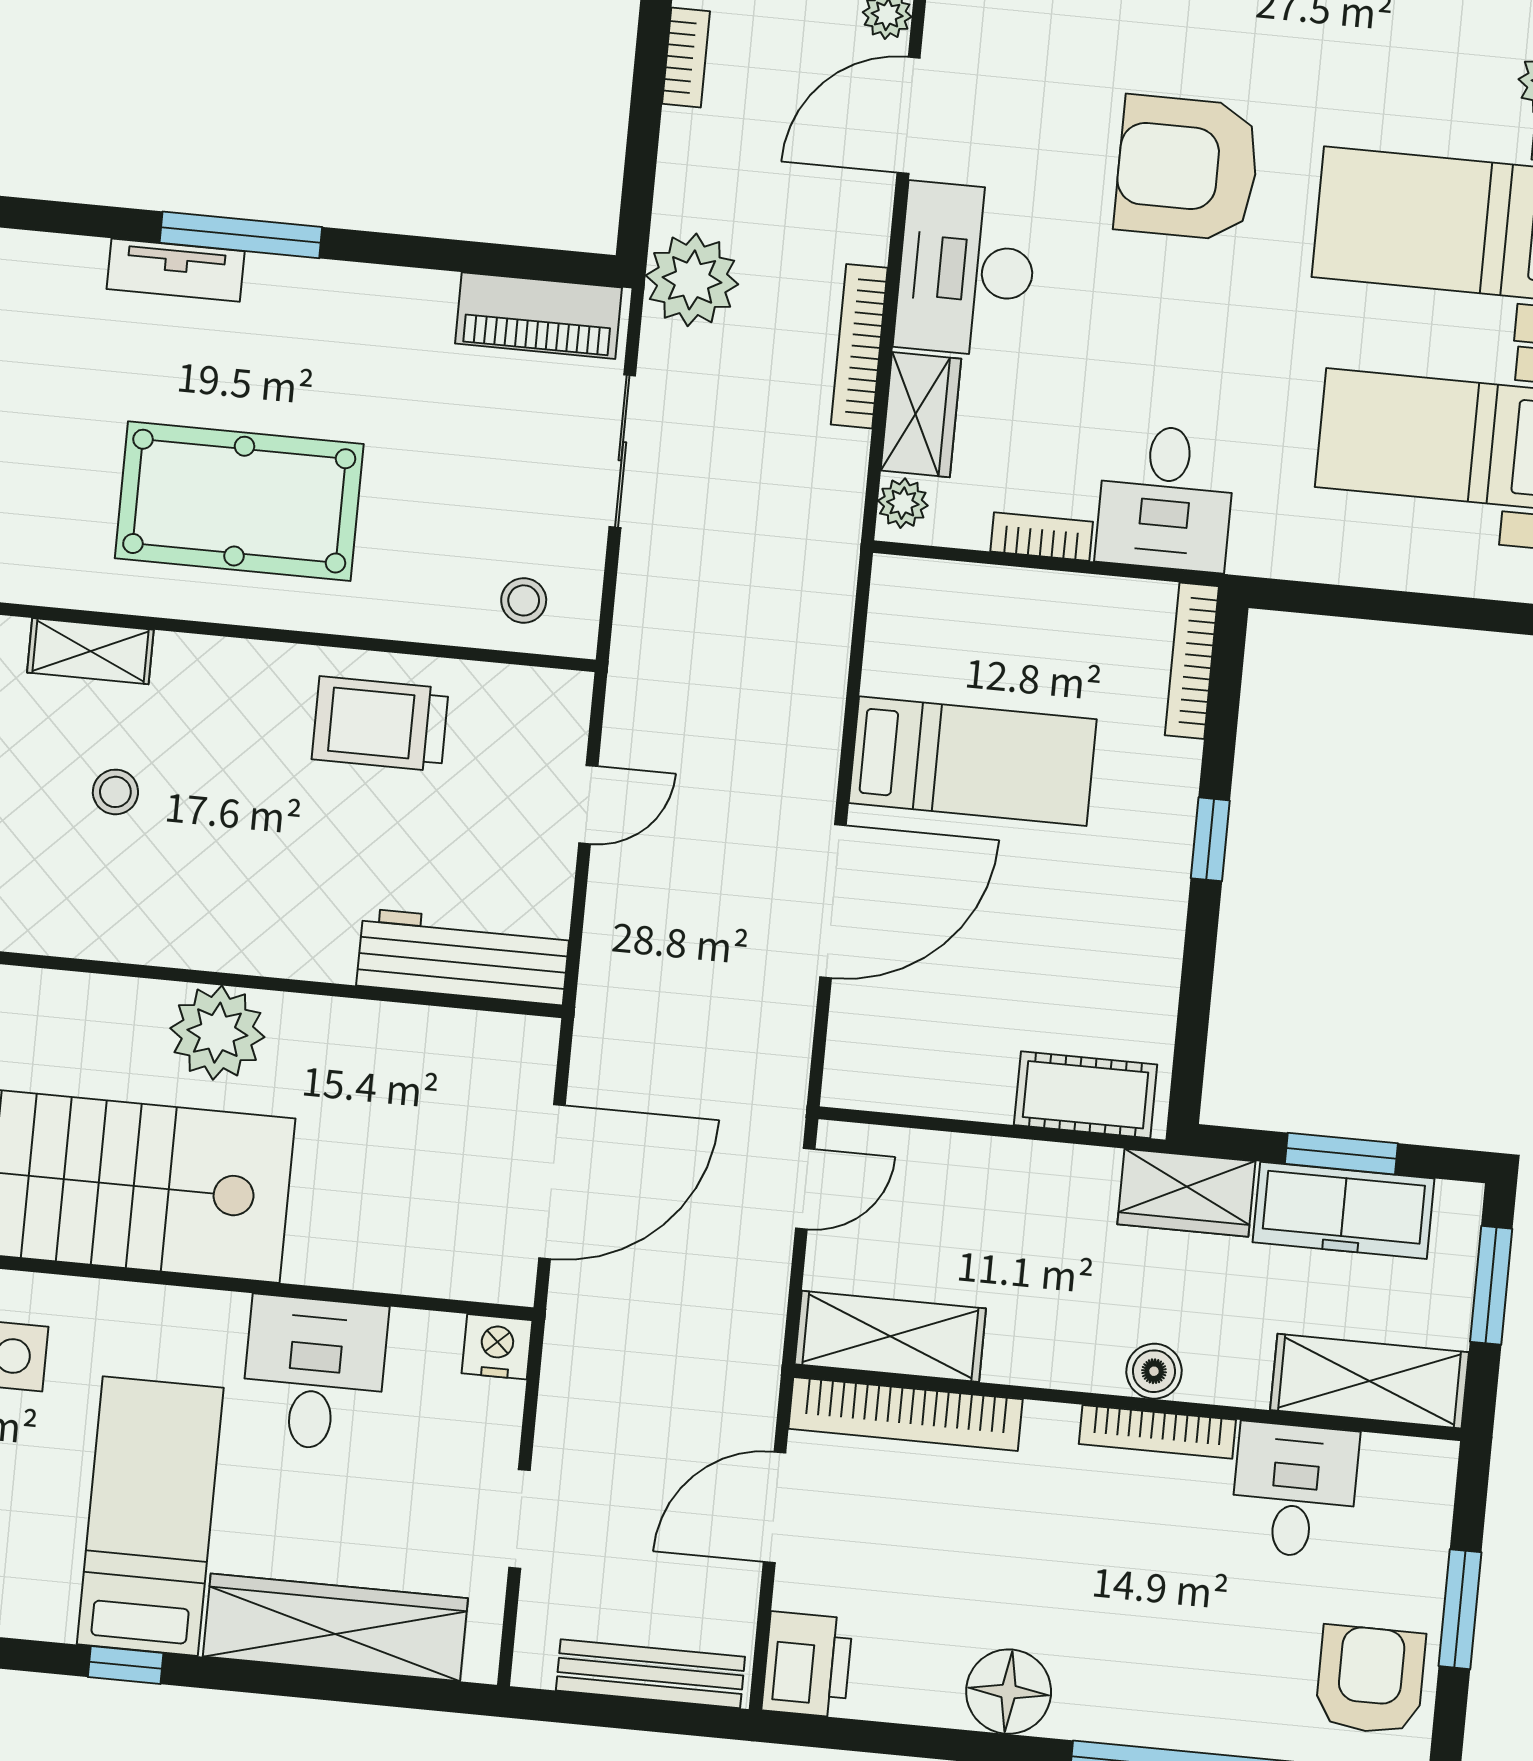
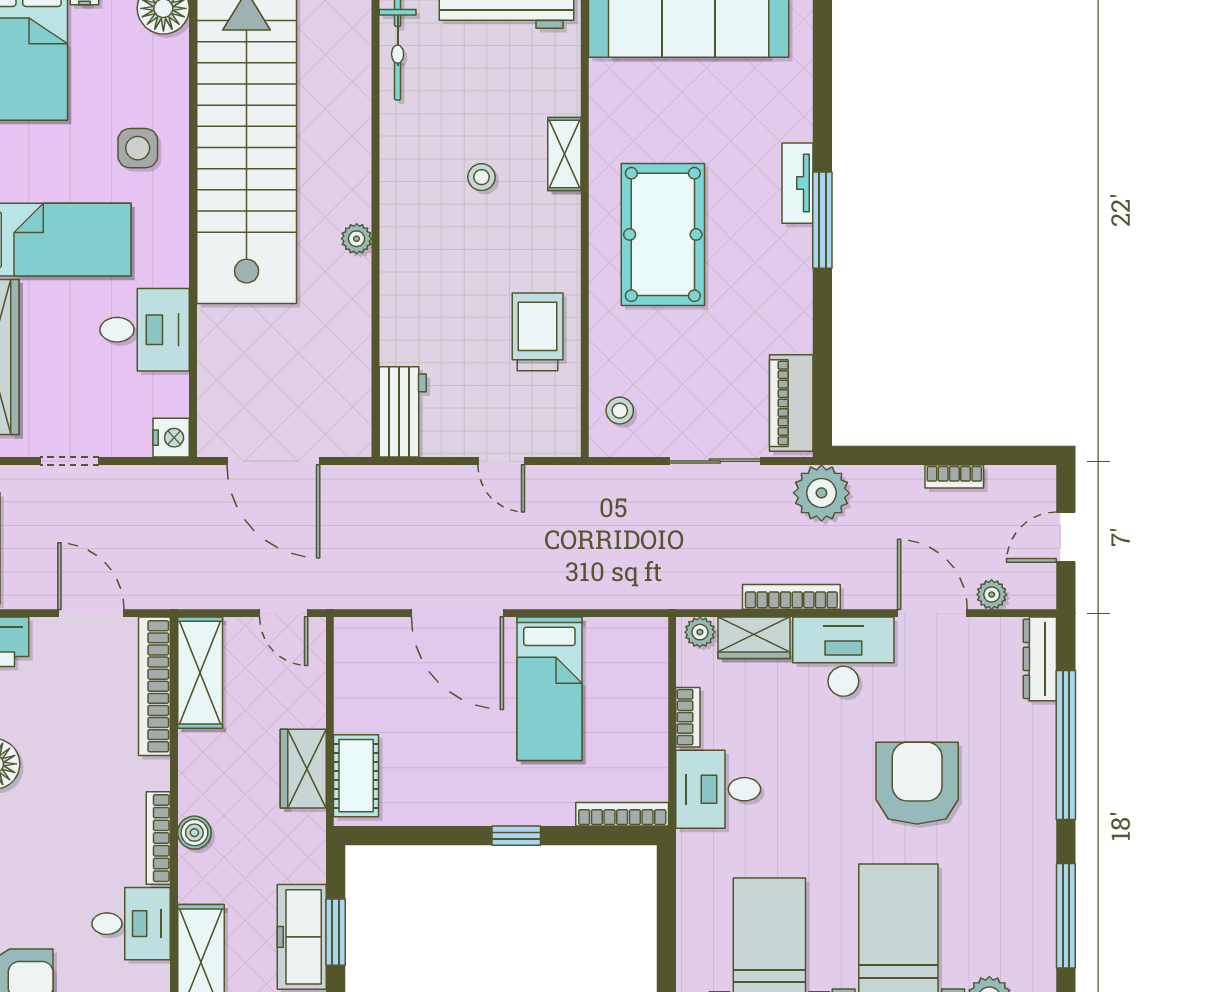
workbench: (463, 957) -> (403, 412), width x0.73
plant: (217, 1033) -> (357, 239), width x0.53, depth x0.53
wardrobe: (1186, 1193) -> (303, 769), moved

